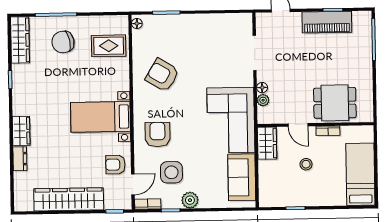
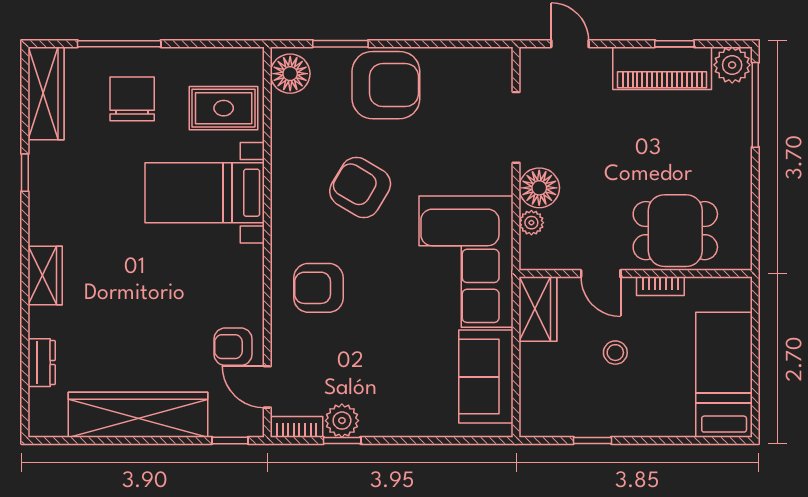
plant: (362, 20) -> (732, 65), added
floor lamp: (137, 23) -> (290, 74), width x1.89, depth x1.89
armchair: (189, 33) -> (386, 85), added
chair: (63, 42) -> (132, 99), turned 102
armchair: (162, 75) -> (360, 187), moved
floor lamp: (262, 88) -> (539, 188), width x1.89, depth x1.89
bed with nightstands: (100, 117) -> (205, 193), moved
armchair: (158, 135) -> (318, 288), turned -90
dresser: (20, 159) -> (42, 363), moved
side table: (171, 172) -> (345, 364), removed
door: (133, 184) -> (267, 387), swing flipped
plant: (190, 200) -> (342, 421), moved

